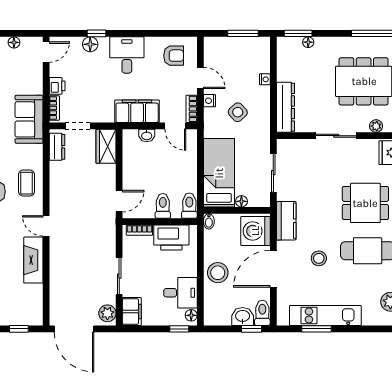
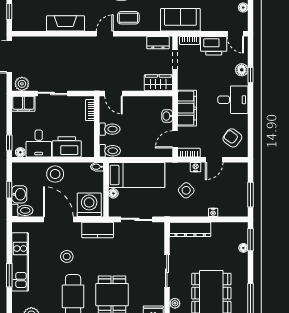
armchair: (174, 56) -> (232, 138), turned 126
printer: (57, 86) -> (214, 46), width x1.87, depth x1.48
door: (46, 226) -> (105, 34), moved
printer: (171, 238) -> (67, 147), moved, turned 90
window: (251, 329) -> (9, 190), moved
window: (316, 329) -> (9, 275), moved

